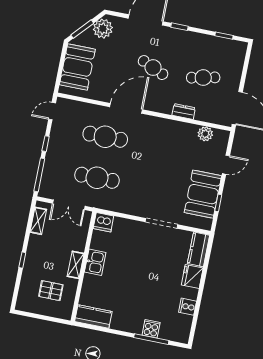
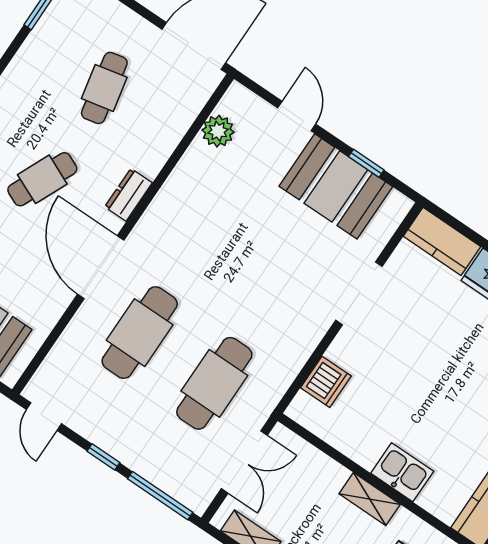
dresser: (184, 111) -> (128, 195), moved
dishwasher: (103, 222) -> (326, 382), moved
kitchen sink: (95, 262) -> (402, 472), moved

